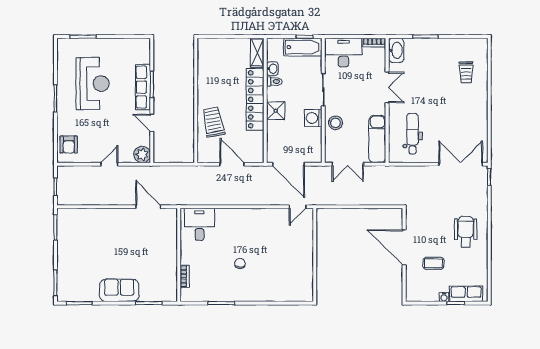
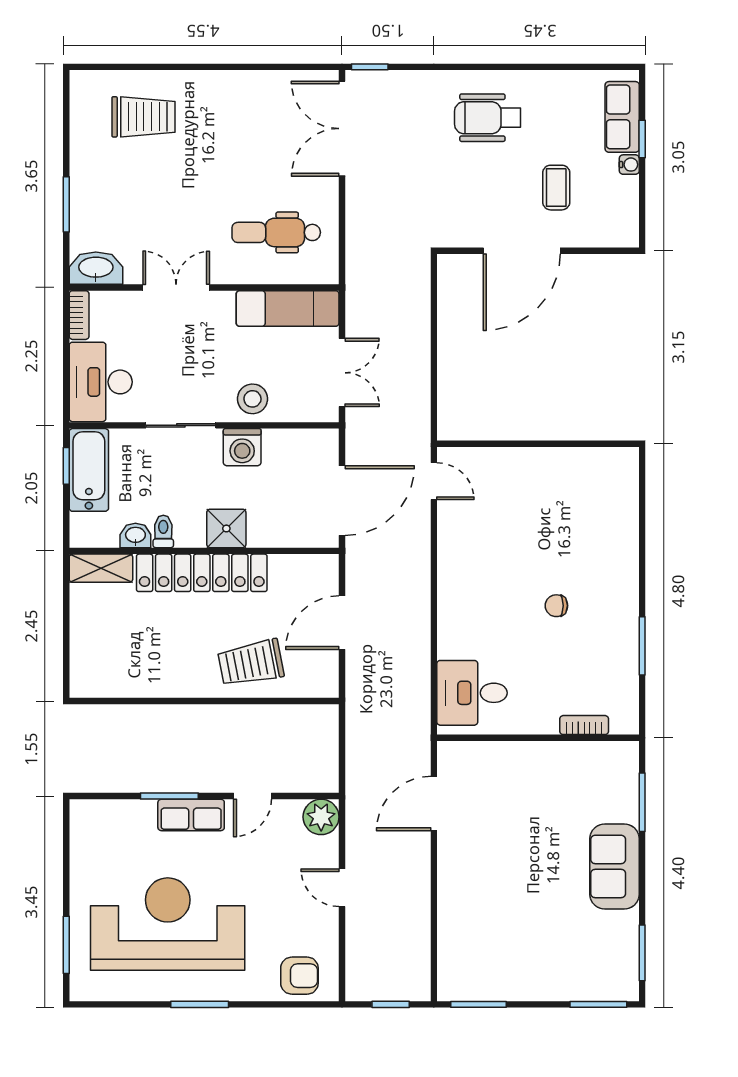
trolley: (466, 72) -> (143, 117), width x1.36, depth x1.39
reception desk: (93, 84) -> (168, 924), width x1.36, depth x1.30
row of seats: (143, 87) -> (191, 815), width x0.68

